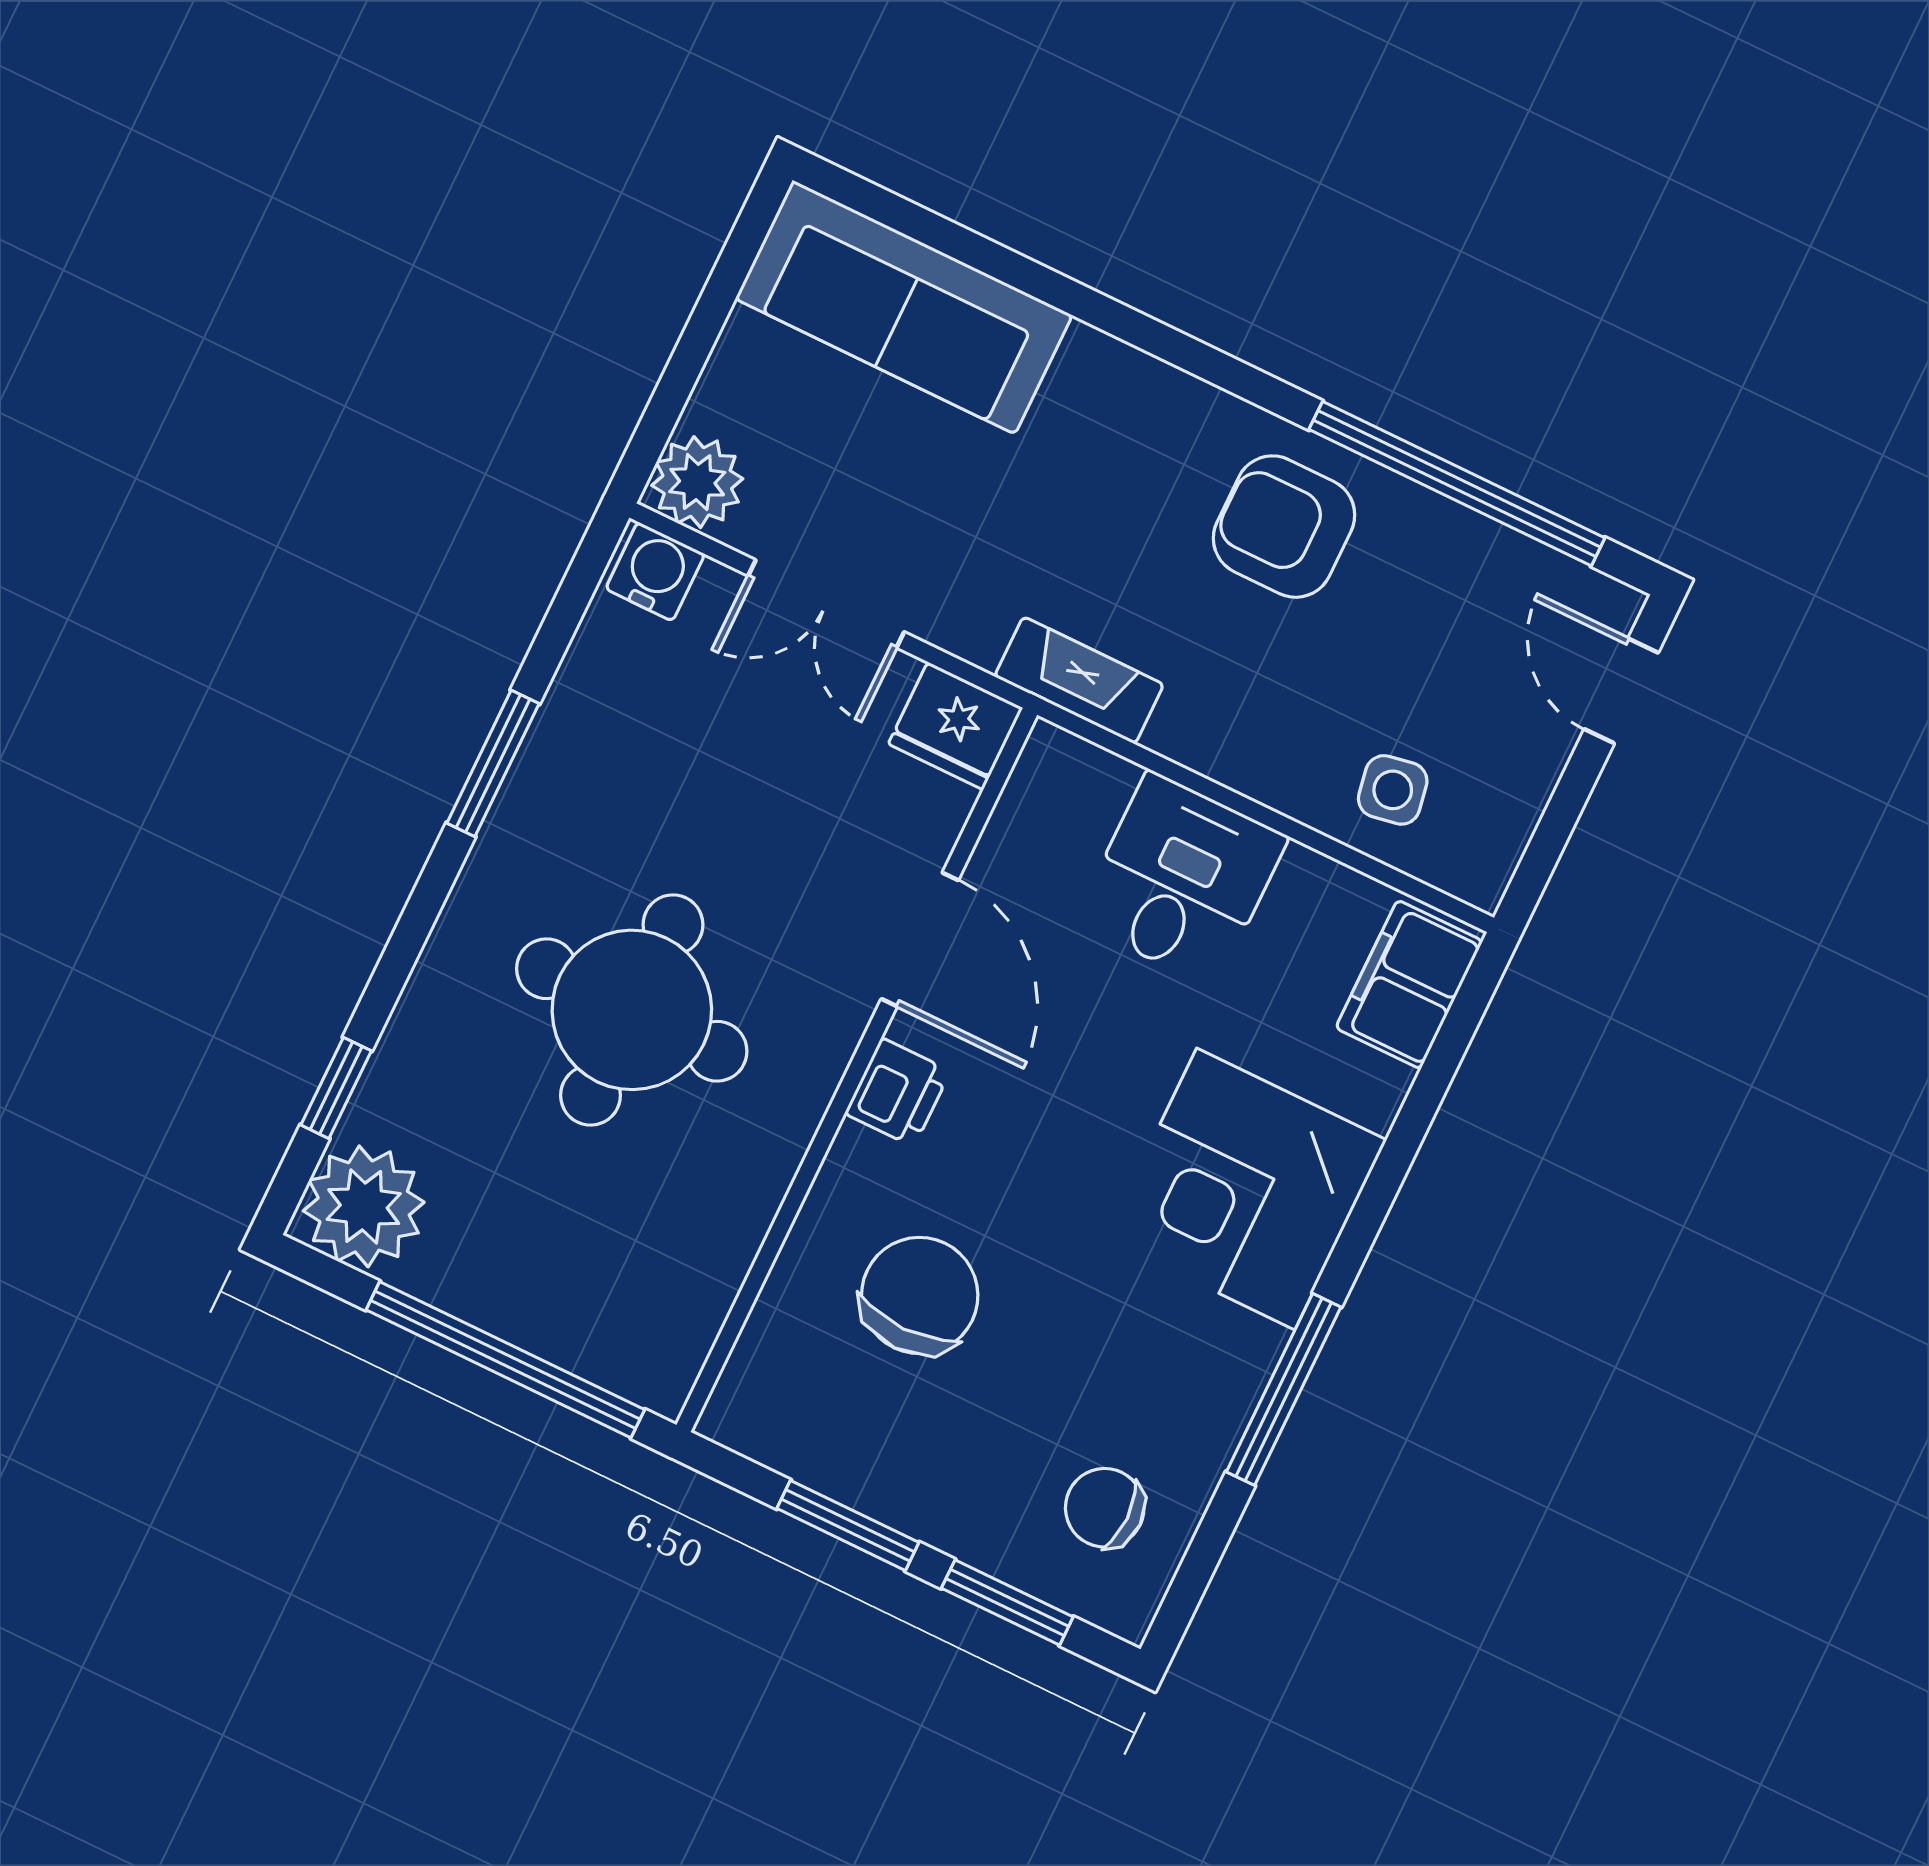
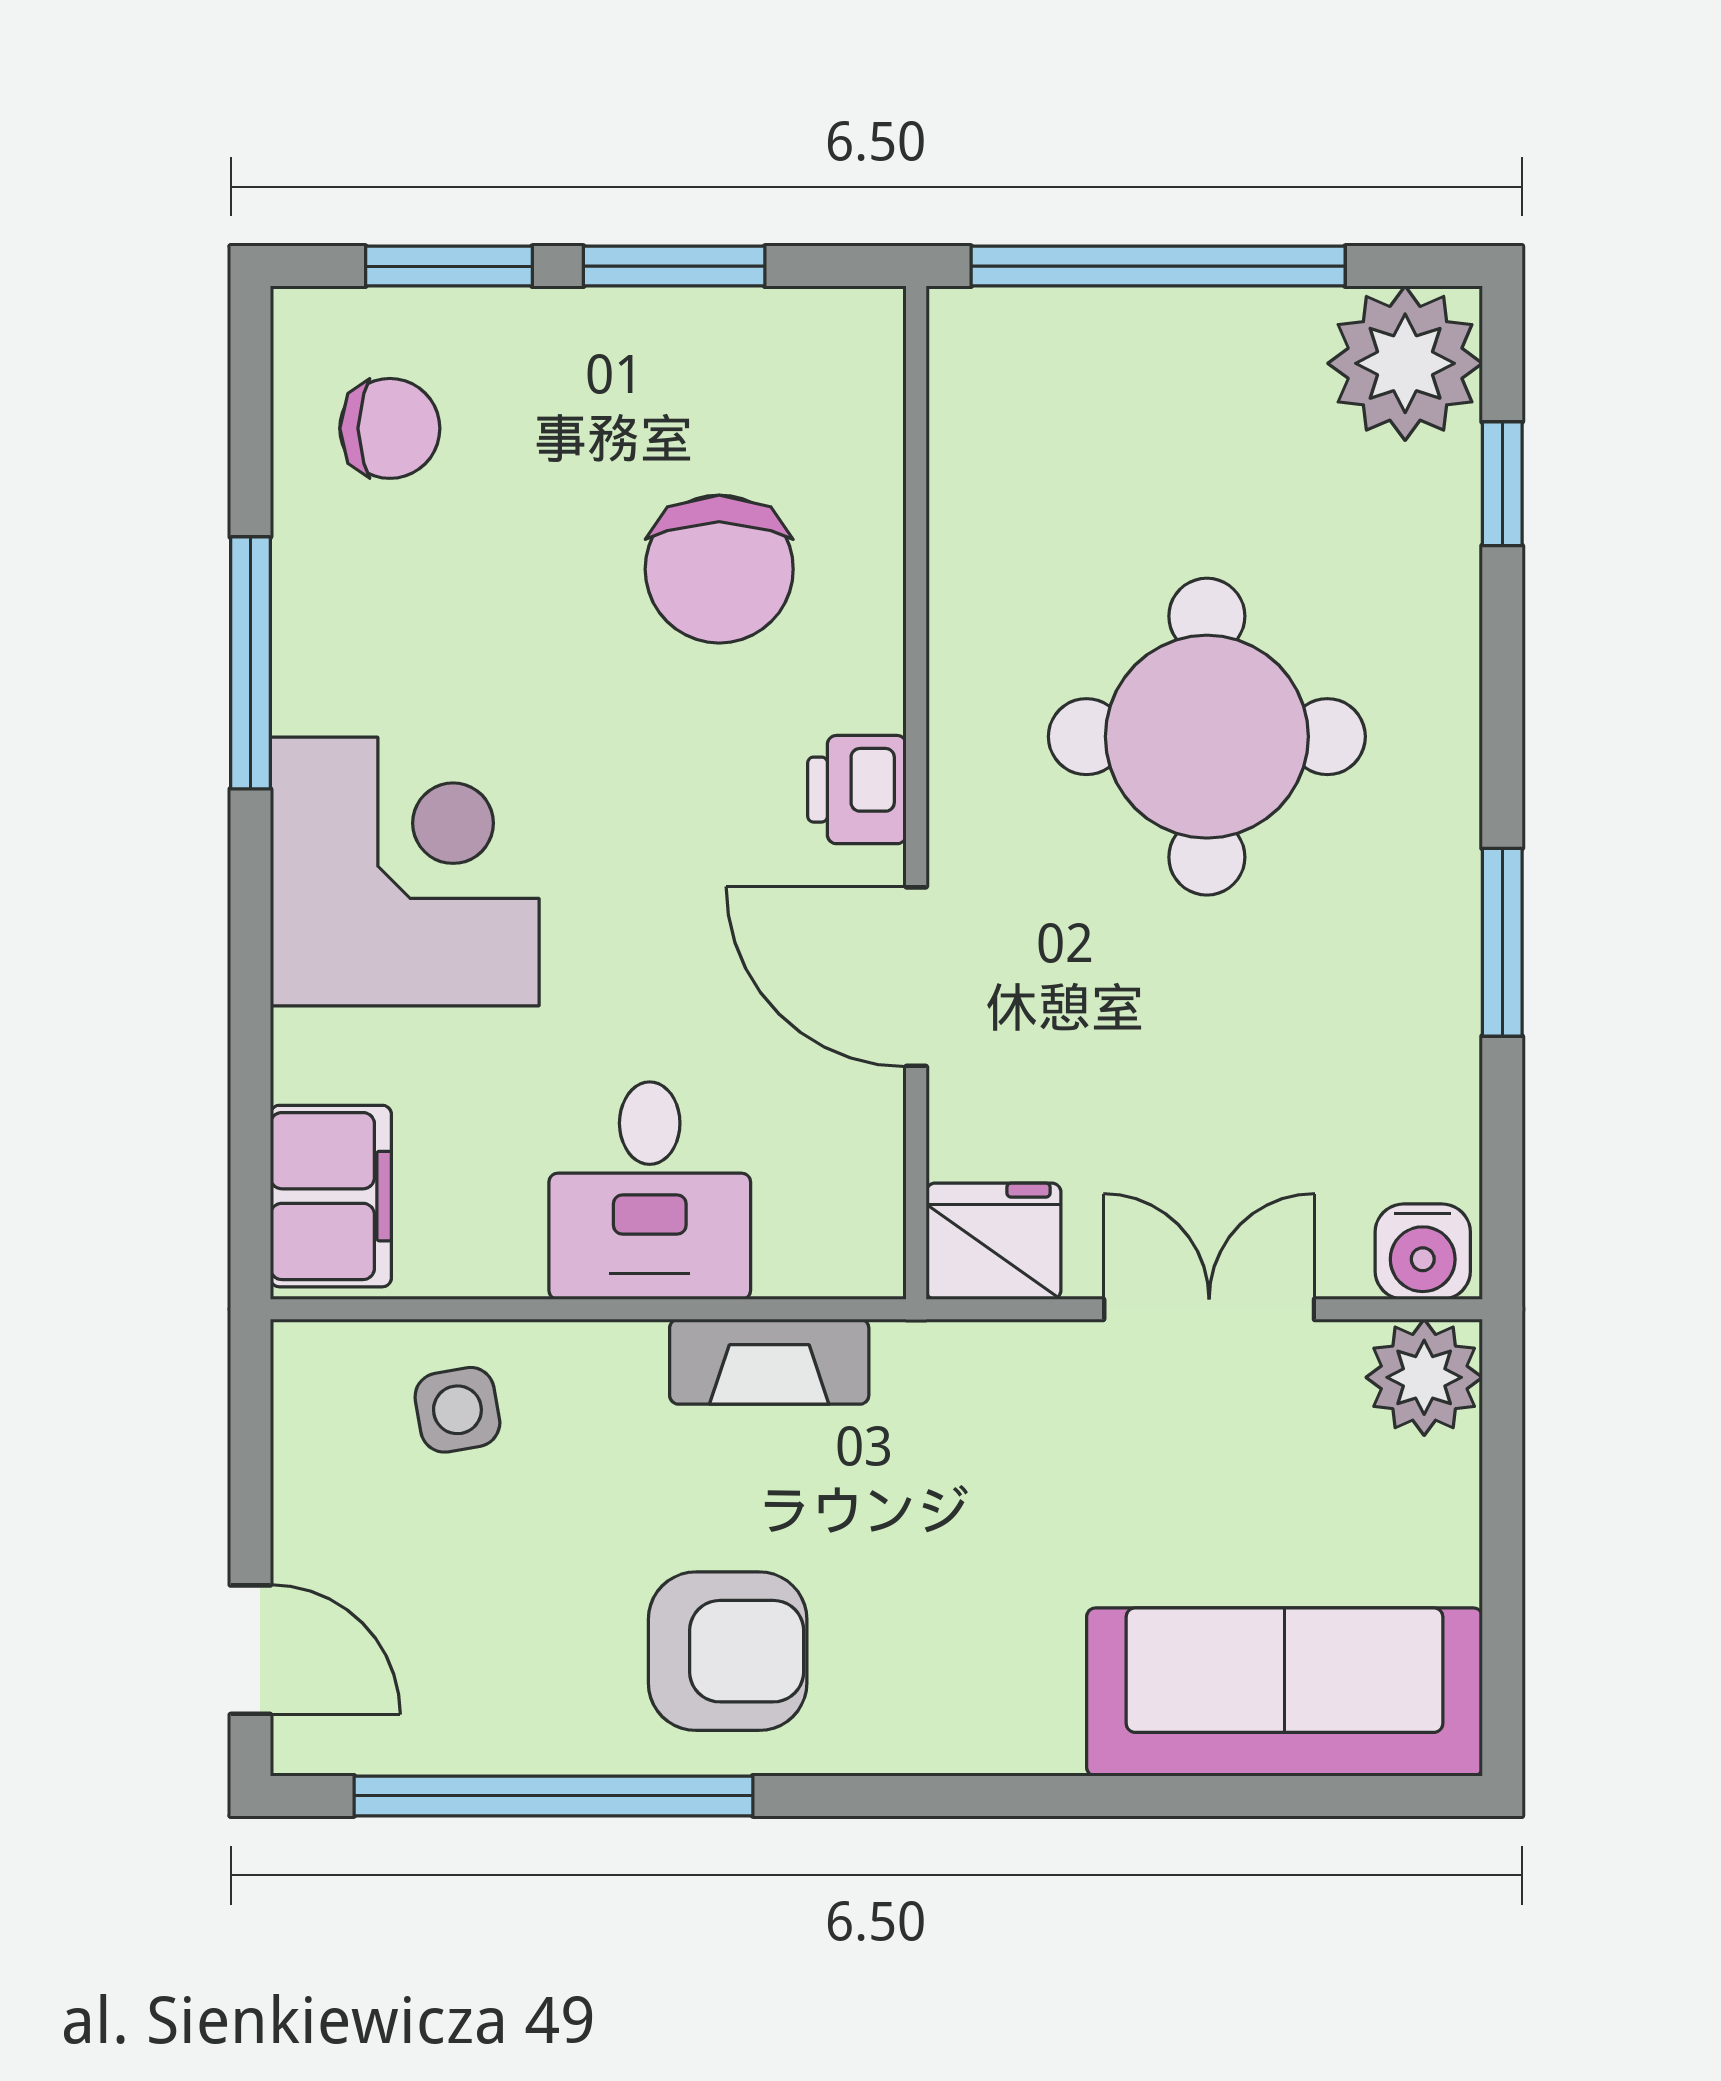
fireplace: (1079, 680) -> (769, 1362), moved

